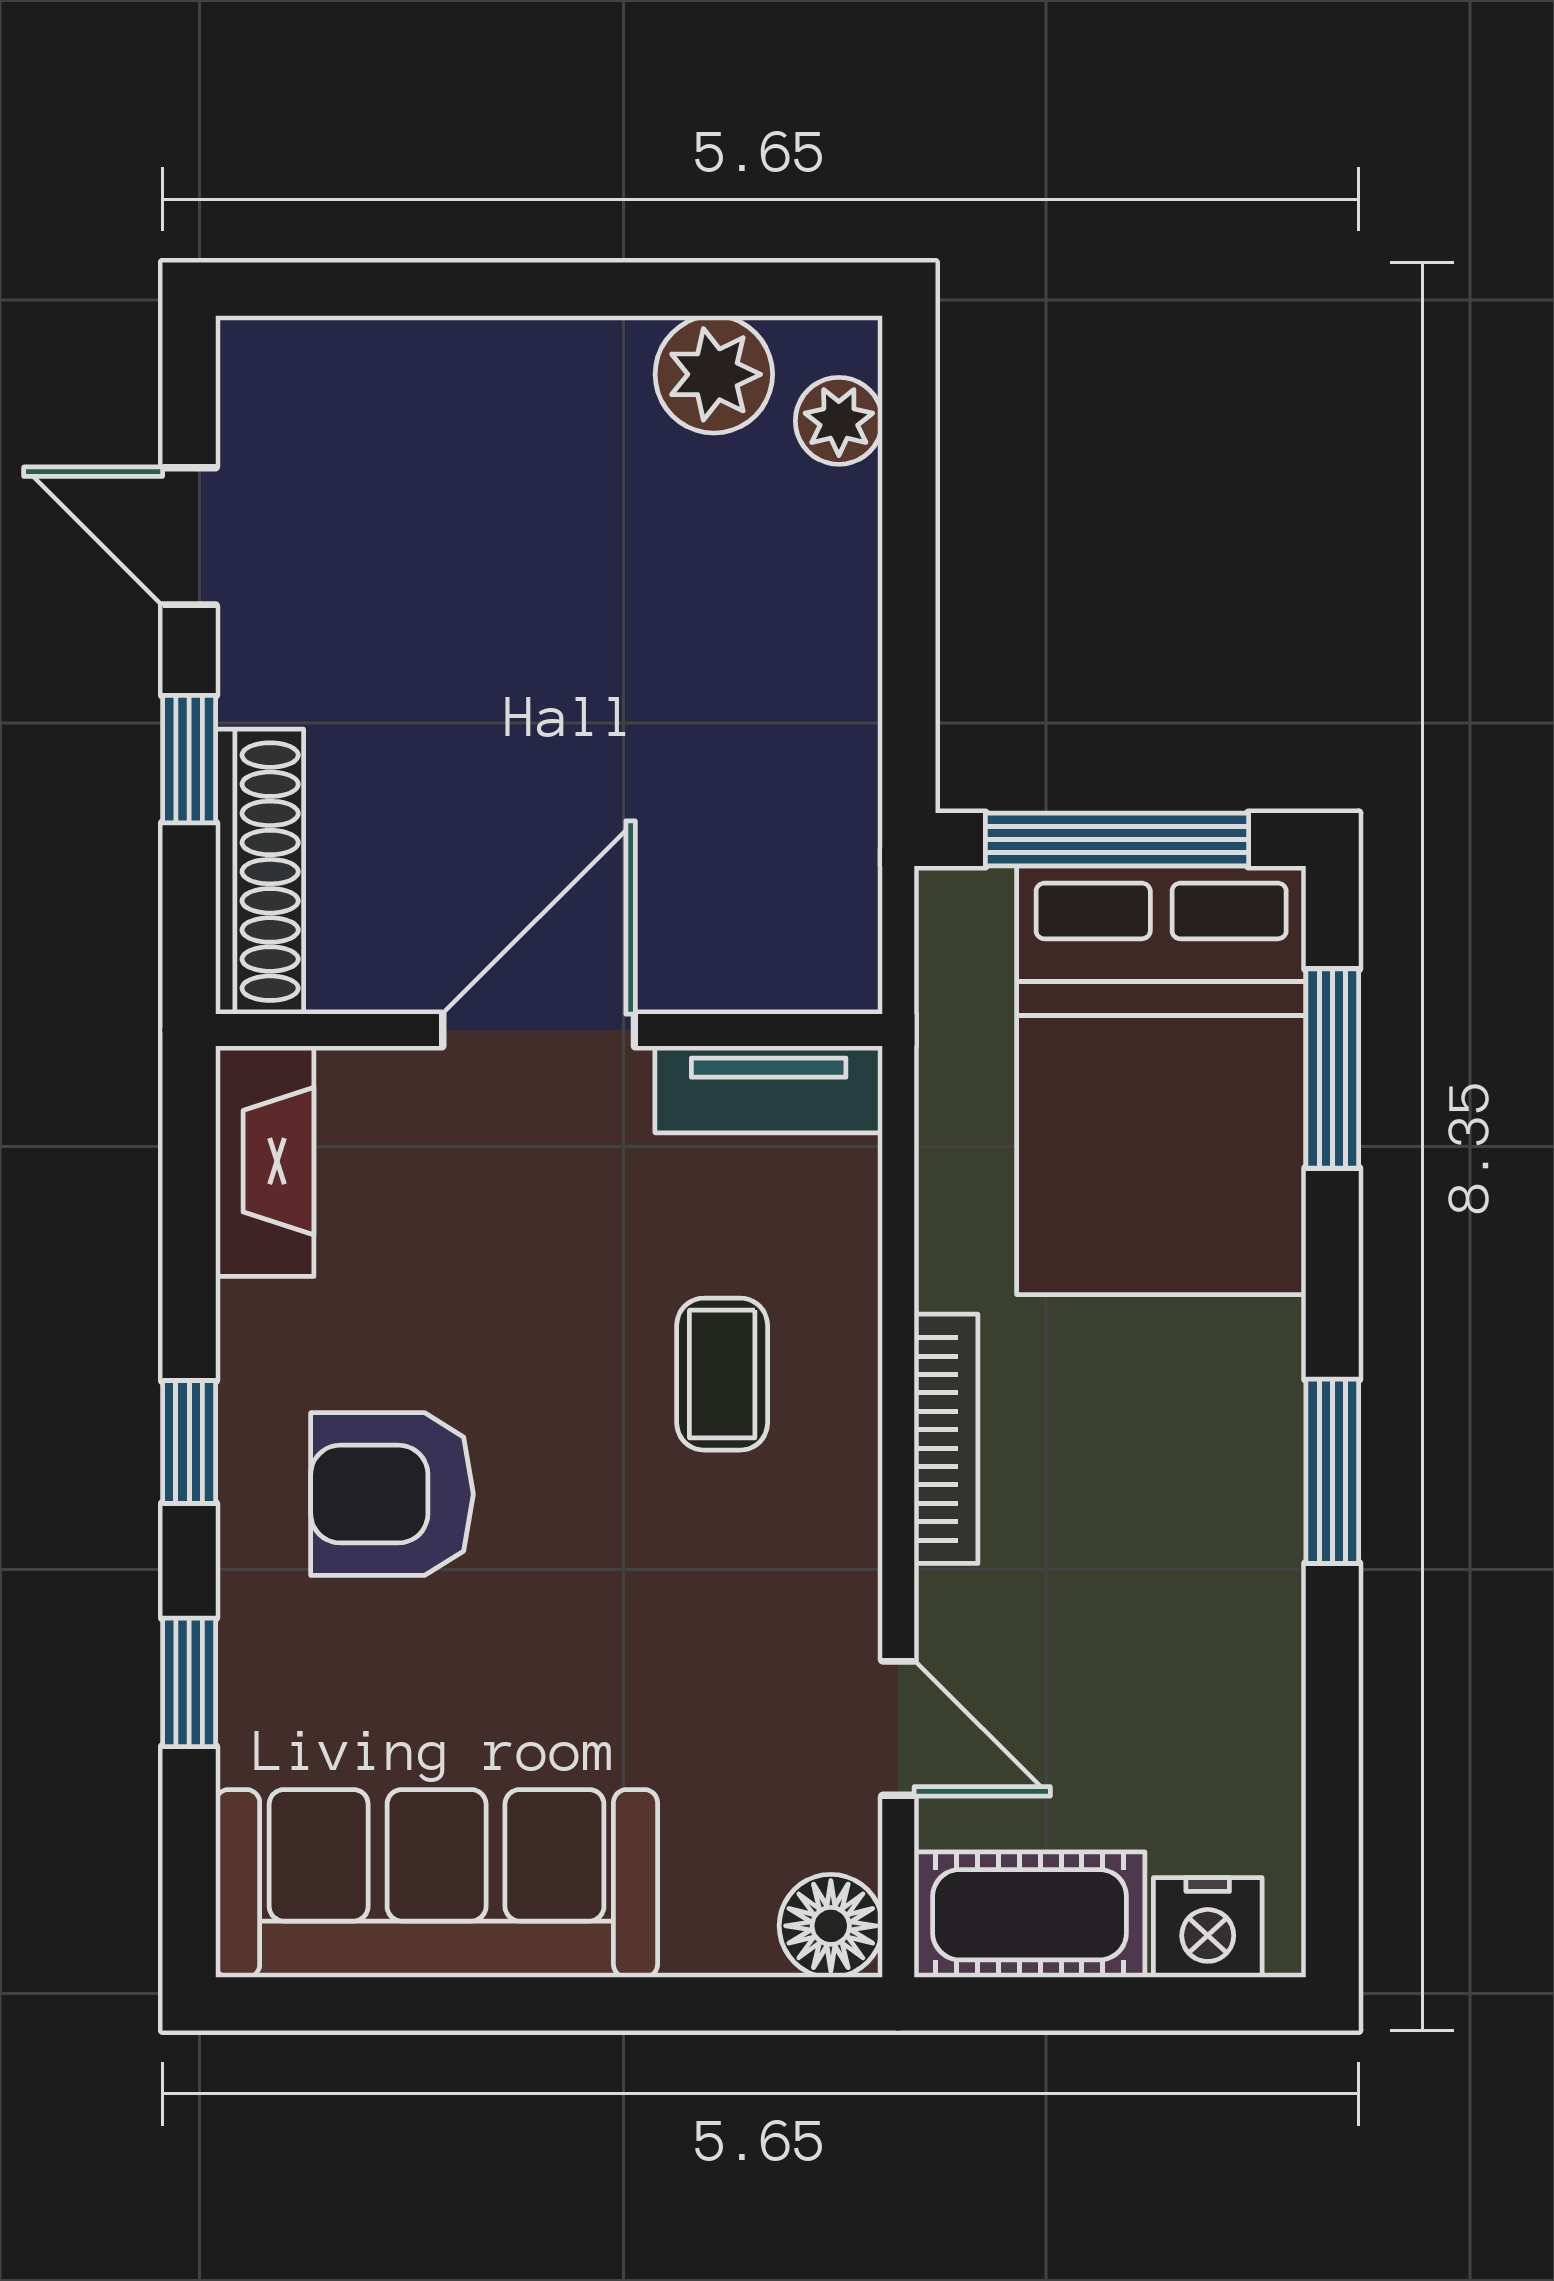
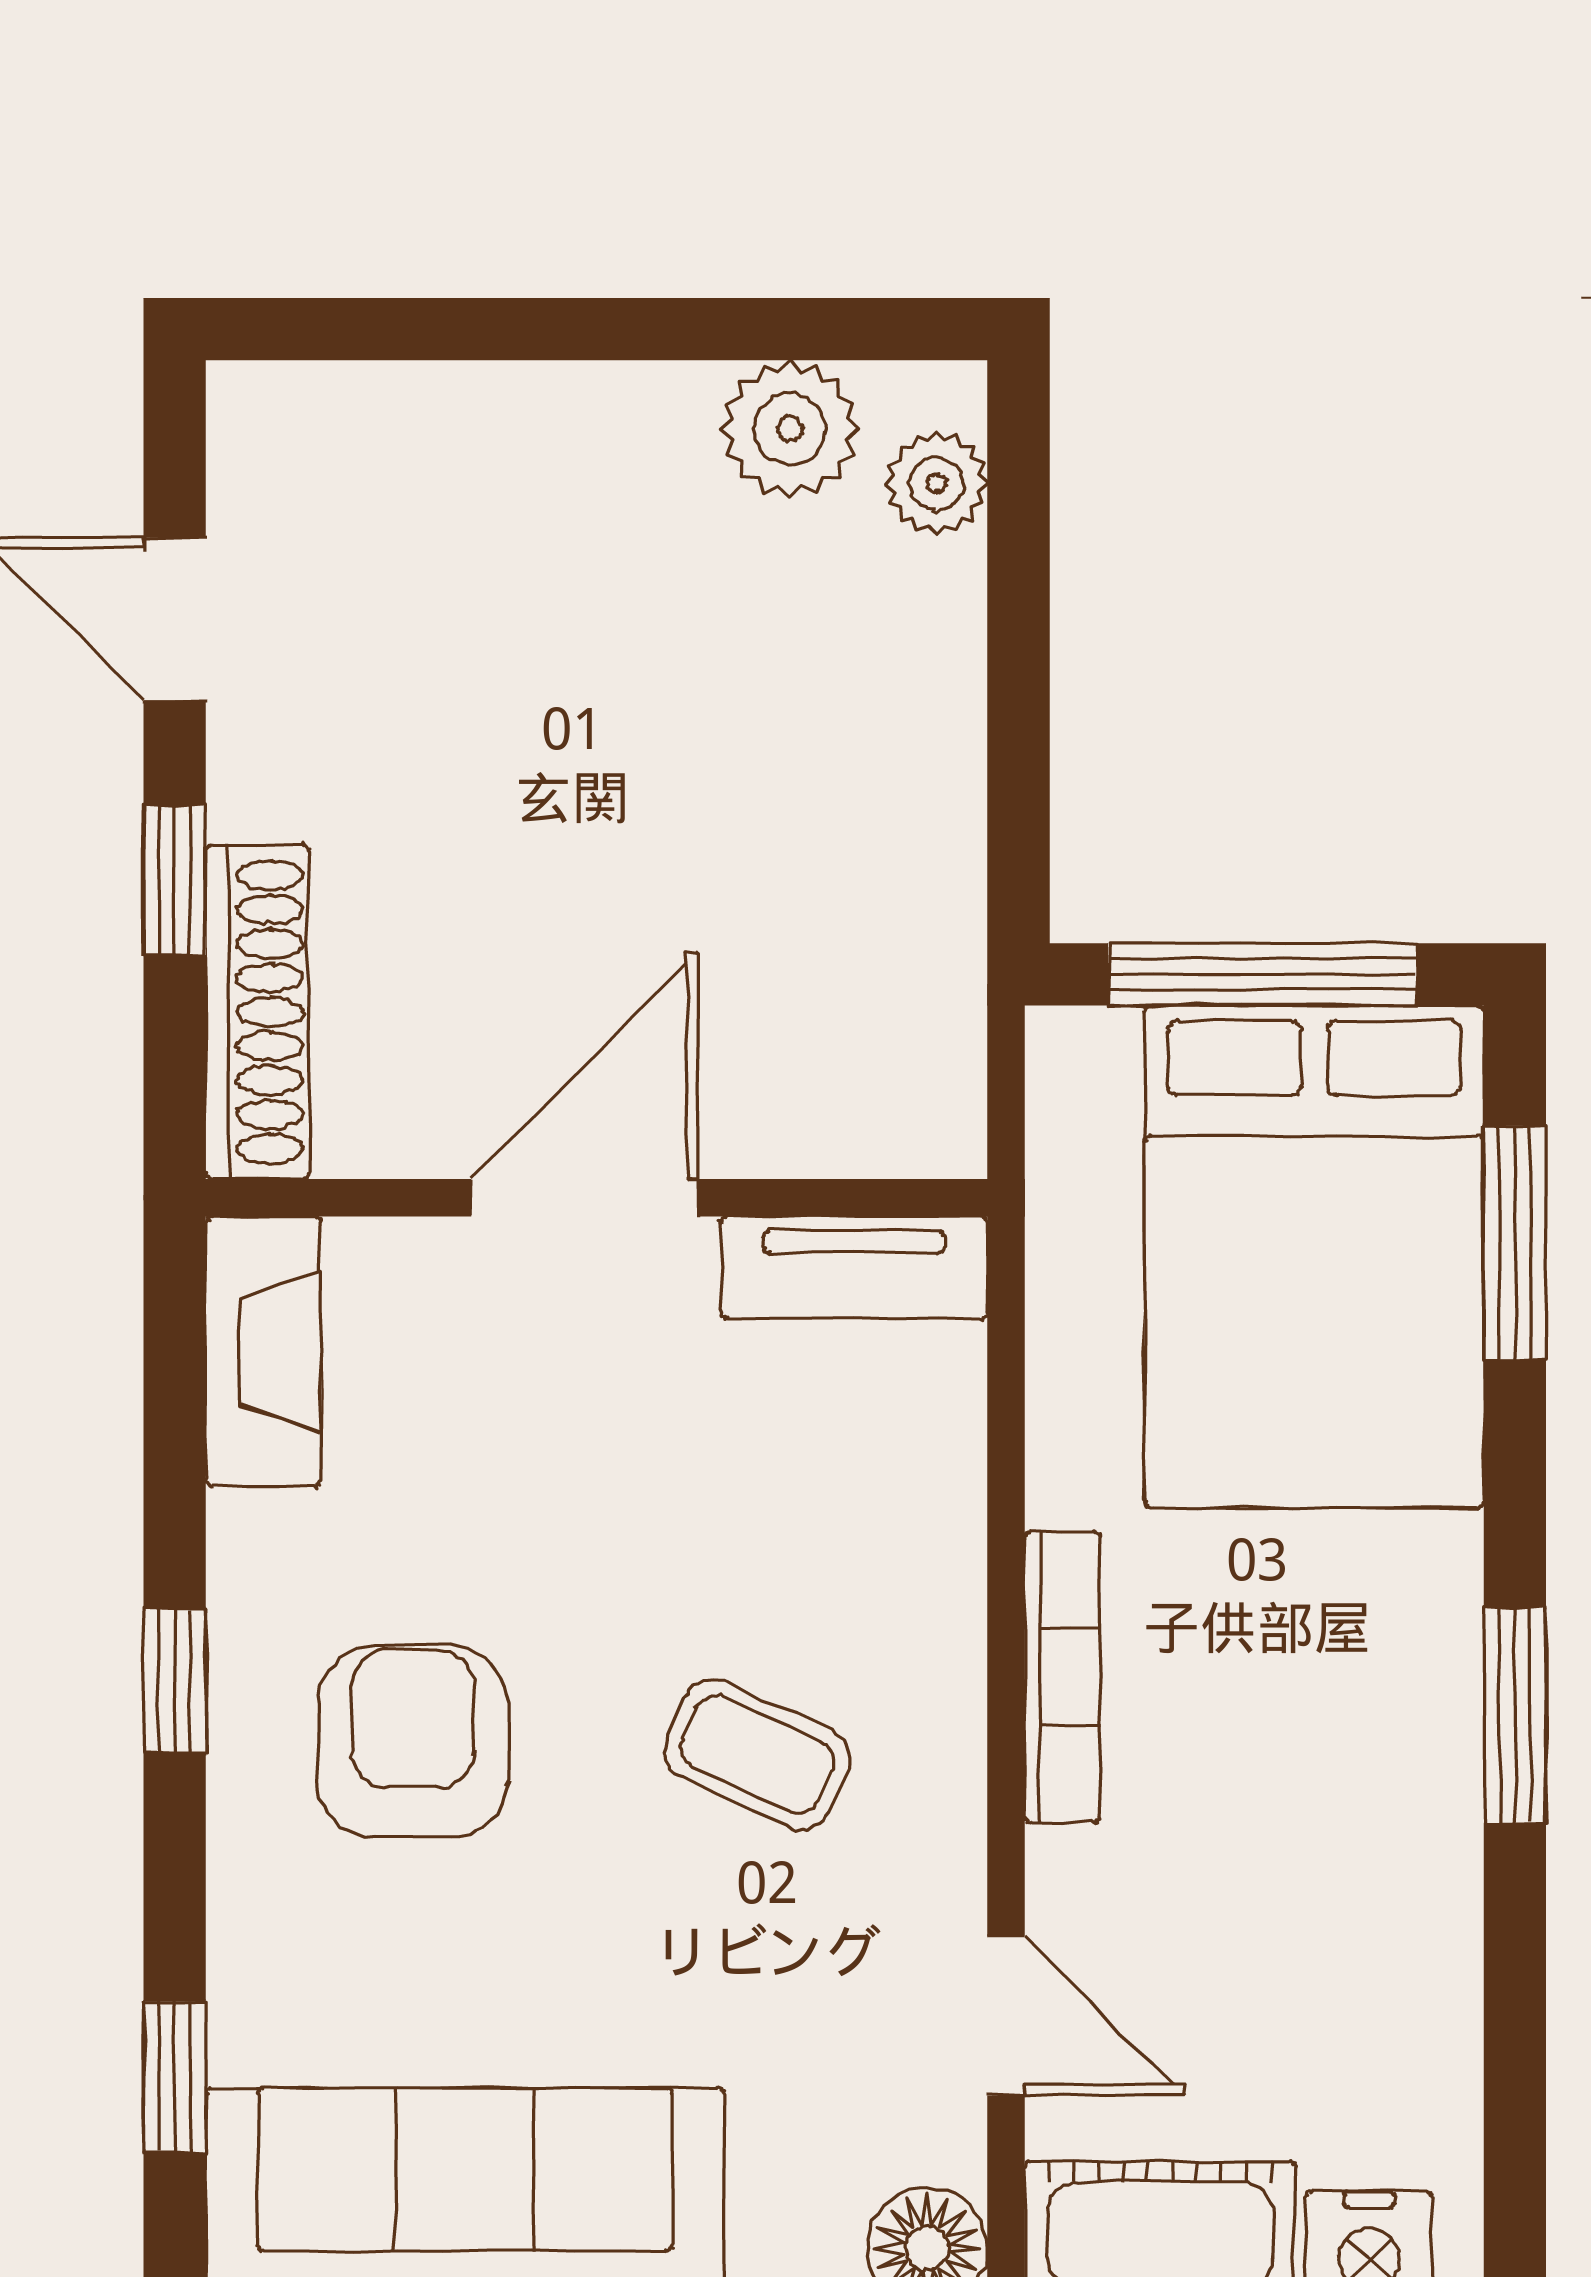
coffee table: (722, 1374) -> (757, 1755), moved, turned -65
armchair: (392, 1494) -> (413, 1742), turned 90
window: (189, 1682) -> (175, 2077), moved

